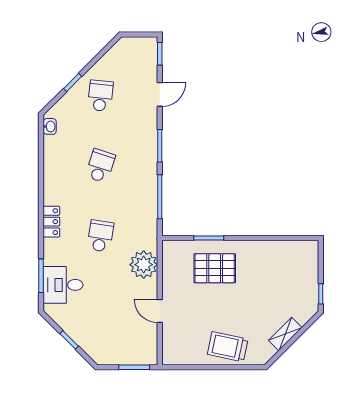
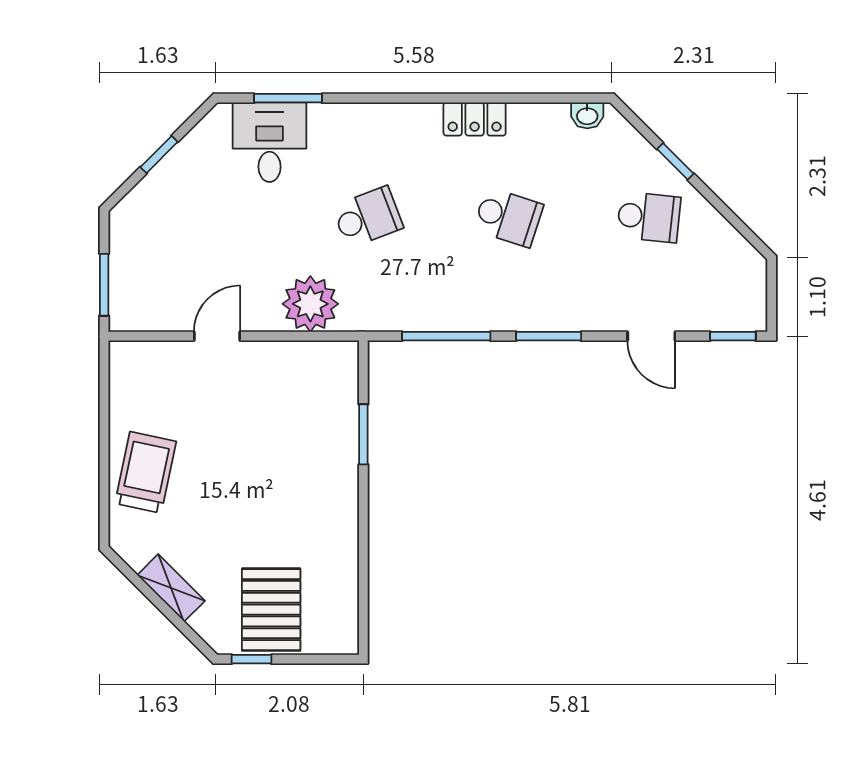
locker: (51, 222) -> (475, 119), moved
school desk: (100, 236) -> (368, 217), turned -30
pallet: (215, 268) -> (271, 610), moved

